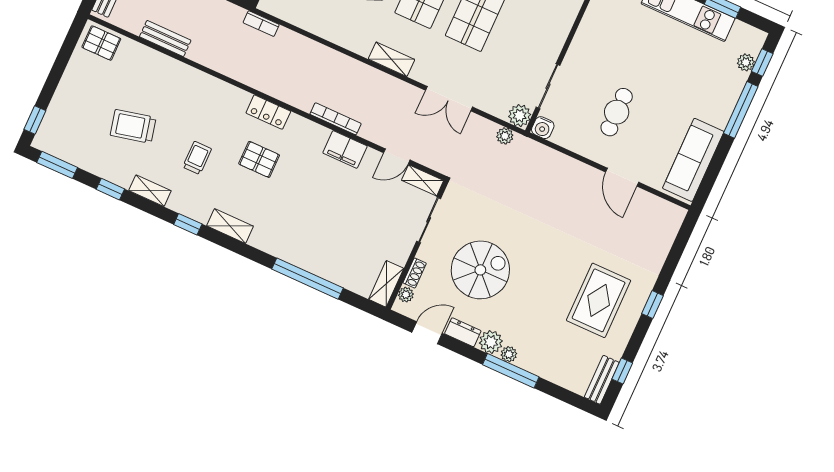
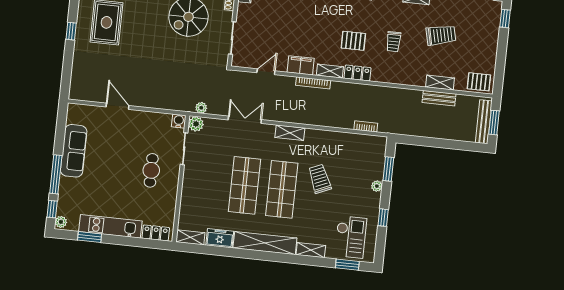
bookcase: (261, 24) -> (366, 126), moved
shelving: (156, 60) -> (440, 82), added
plant: (746, 62) -> (61, 222), moved
cafe table: (617, 112) -> (151, 170), moved
trolley: (197, 158) -> (394, 42), moved
sofa: (693, 160) -> (74, 151), moved
shelving: (423, 180) -> (330, 71), moved

